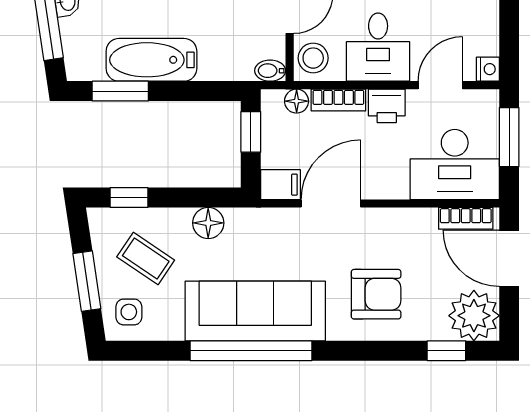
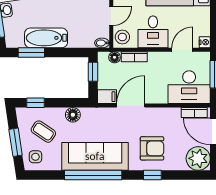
printer: (387, 106) -> (157, 60), removed
window: (446, 351) -> (152, 175), moved

